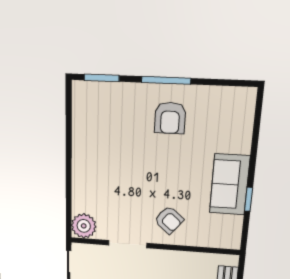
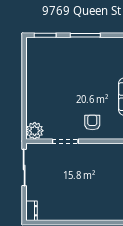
armchair: (170, 118) -> (89, 57), removed
armchair: (169, 220) -> (92, 122), turned -130

